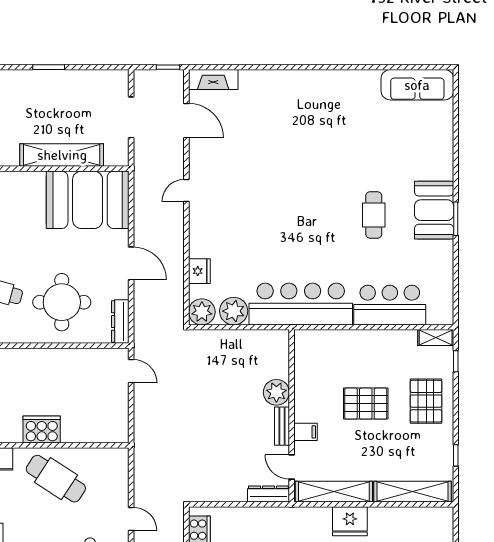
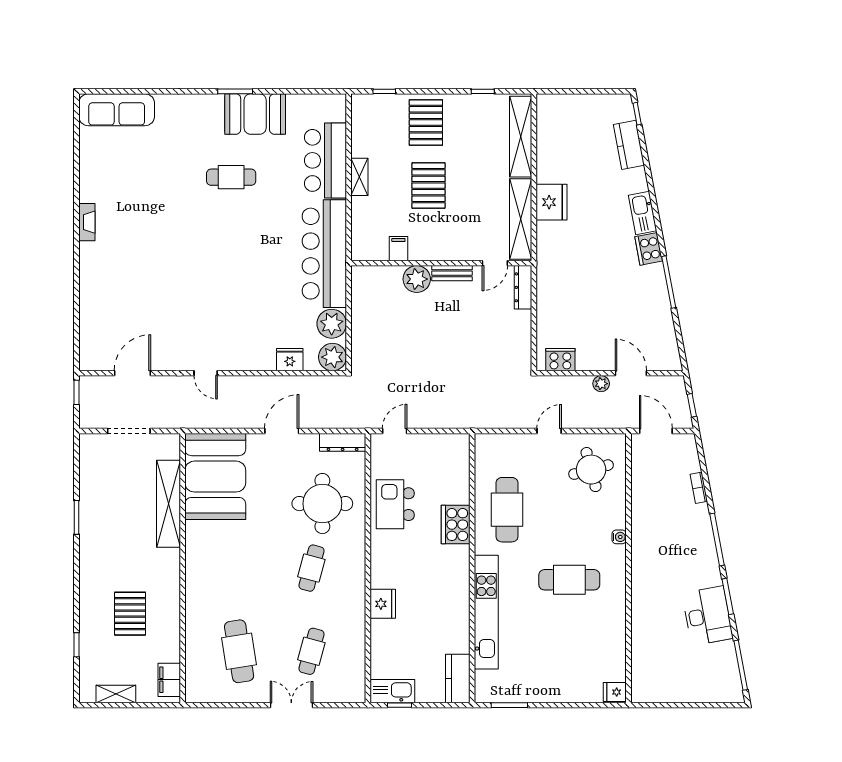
fireplace: (213, 79) -> (87, 222), moved, width x0.73, depth x0.76
sofa: (417, 85) -> (117, 110), moved, turned 90
booth: (434, 210) -> (255, 114), moved
shelving: (436, 338) -> (359, 177), moved
kitchen island: (61, 372) -> (395, 504), added
pallet: (426, 401) -> (426, 122), turned 90
filing cabinet: (306, 432) -> (398, 249), moved
cafe table: (56, 479) -> (507, 510), turned -33

